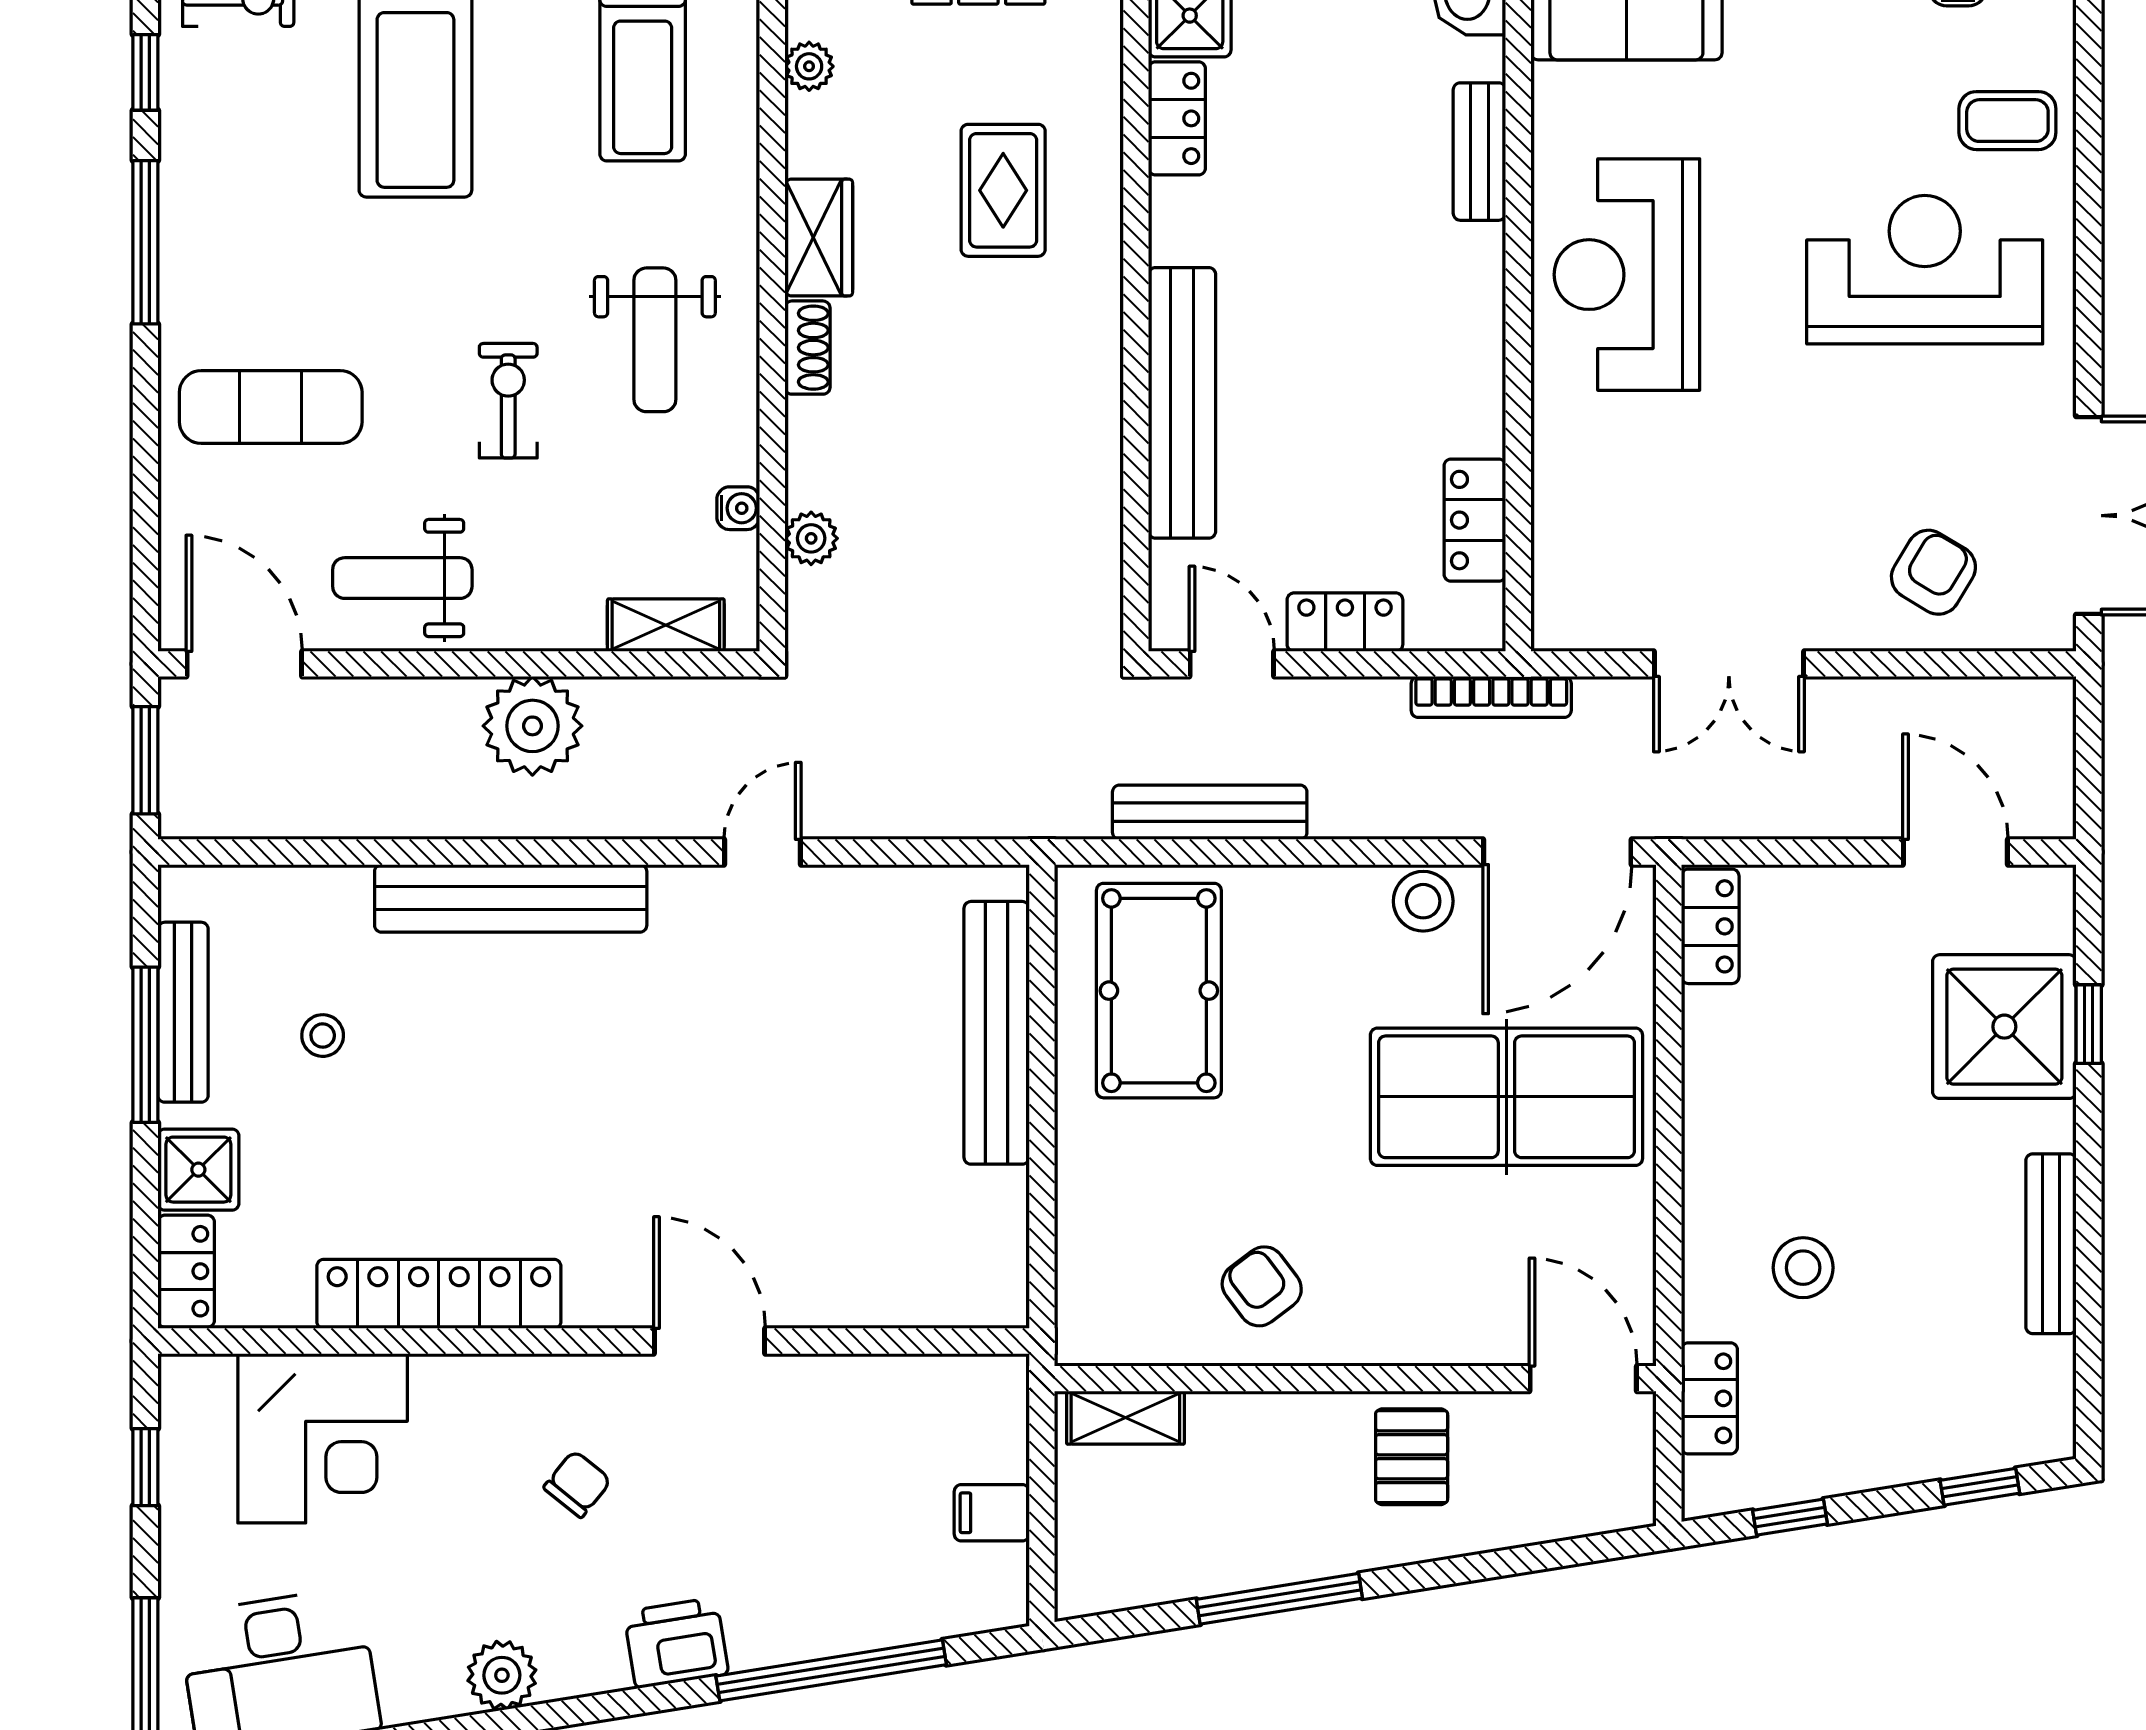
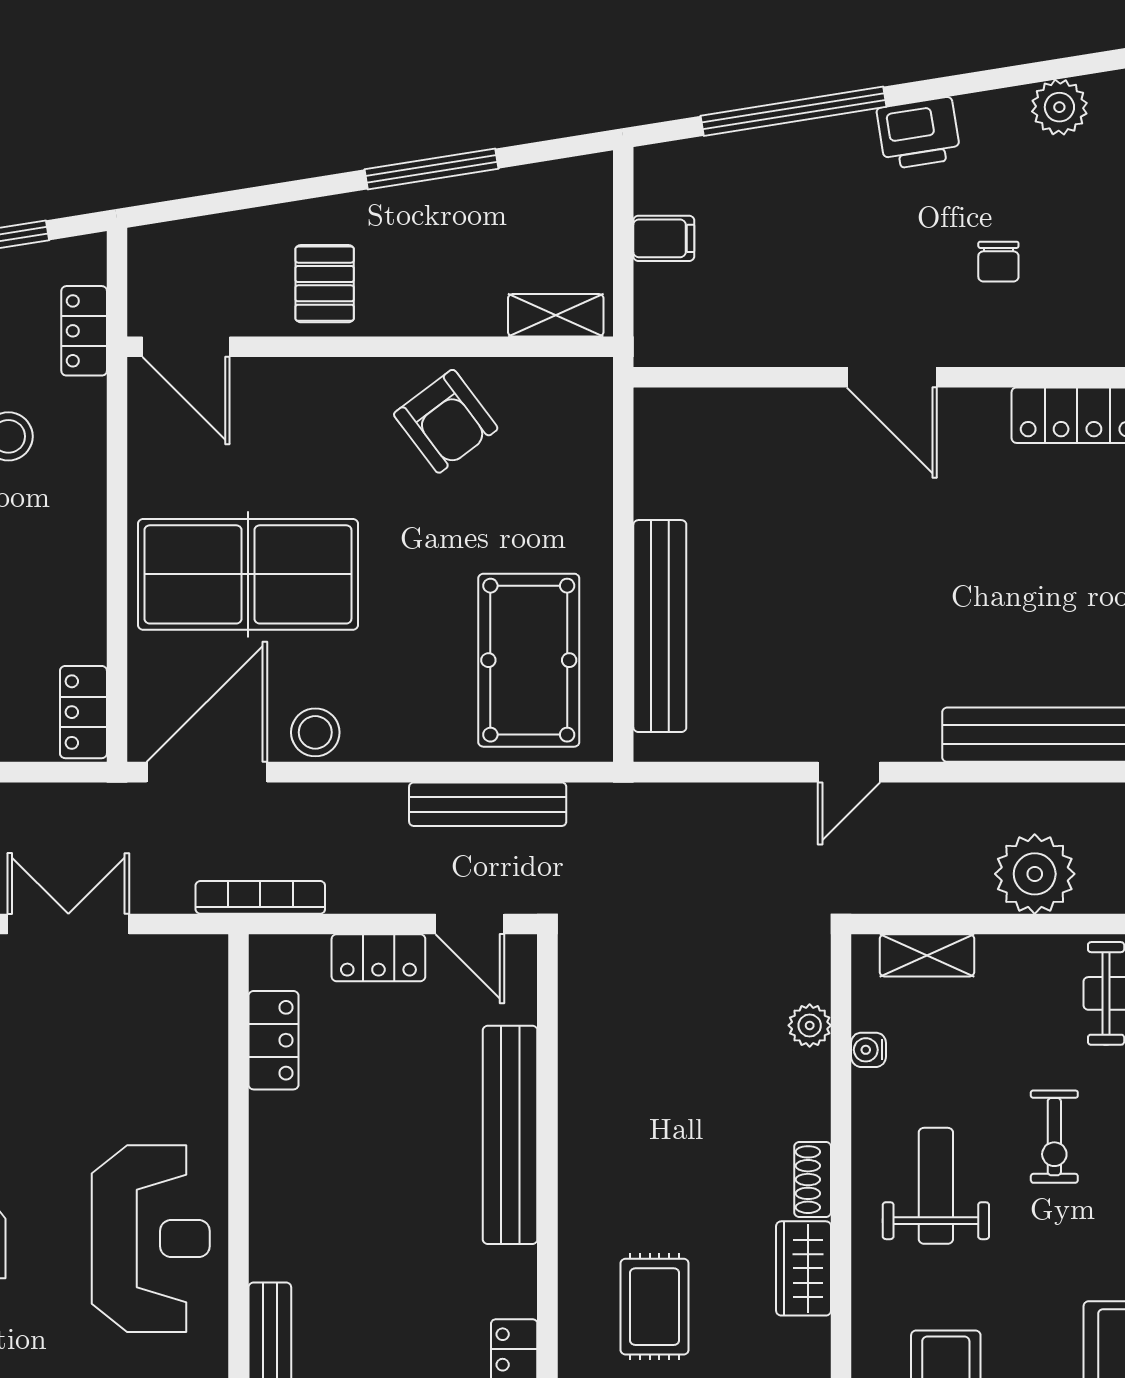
armchair: (1262, 1286) -> (446, 421), width x1.38, depth x1.38
chair: (577, 1484) -> (998, 262), turned -39

